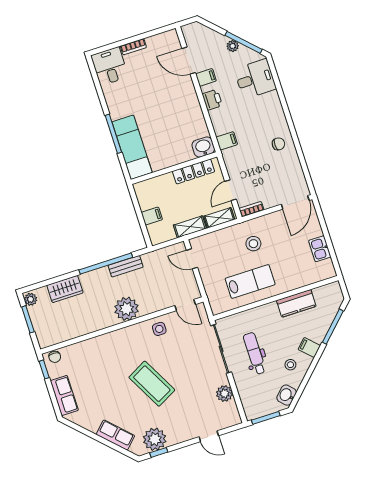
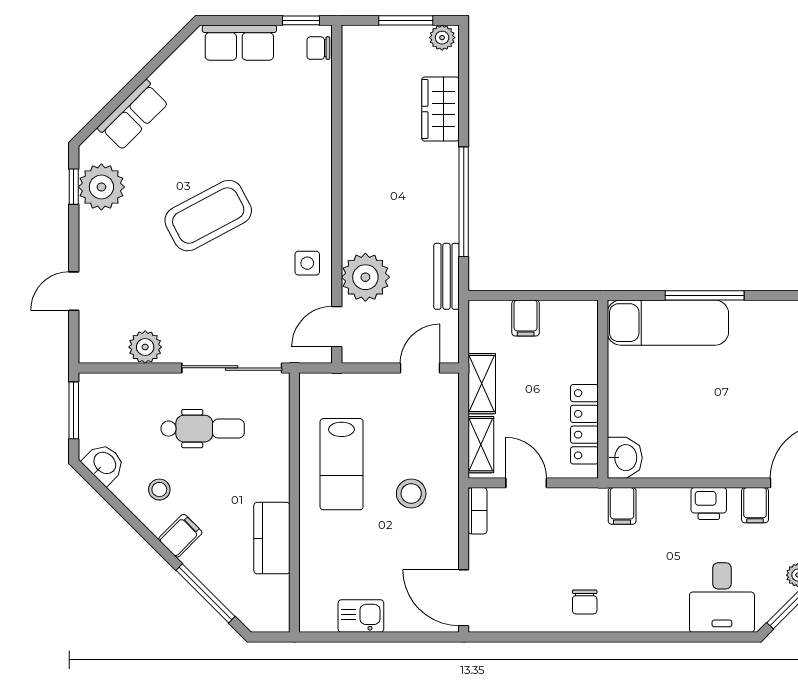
bench: (126, 266) -> (447, 276), moved
plant: (127, 309) -> (365, 277), moved

